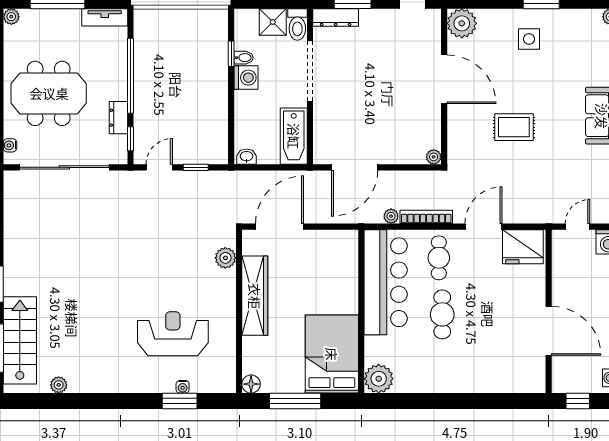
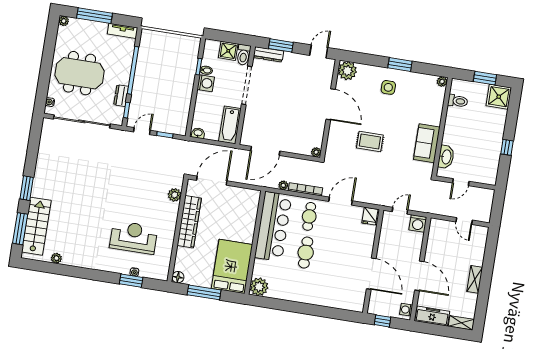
fridge: (523, 247) -> (370, 216), width x0.53, depth x0.75

